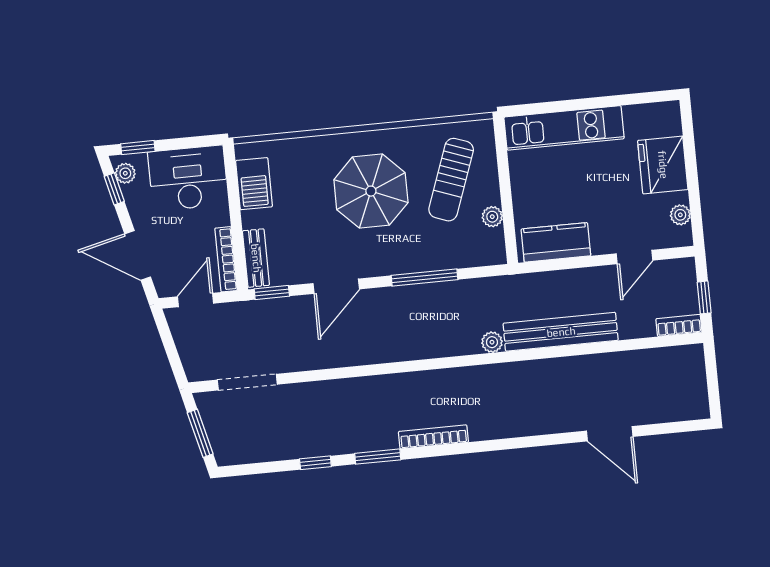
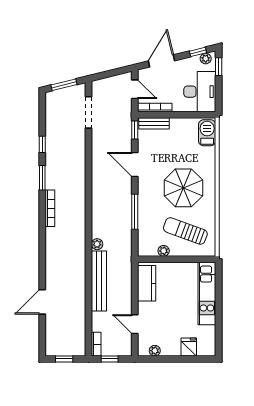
fridge: (663, 165) -> (189, 347), width x0.53, depth x0.75
barbecue: (254, 184) -> (207, 133), moved, turned 90
window: (712, 383) -> (64, 359), added

